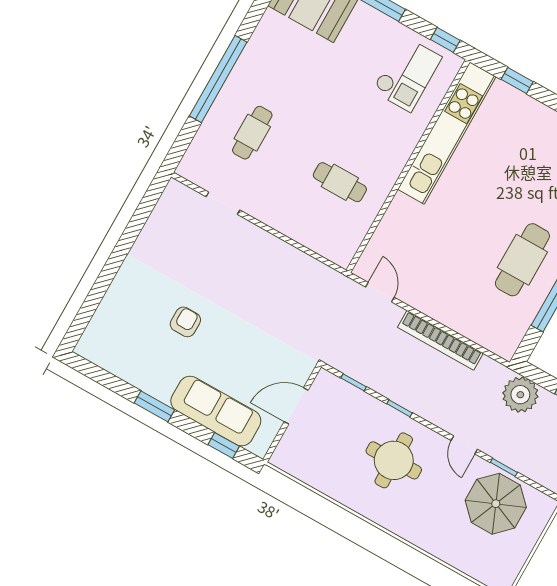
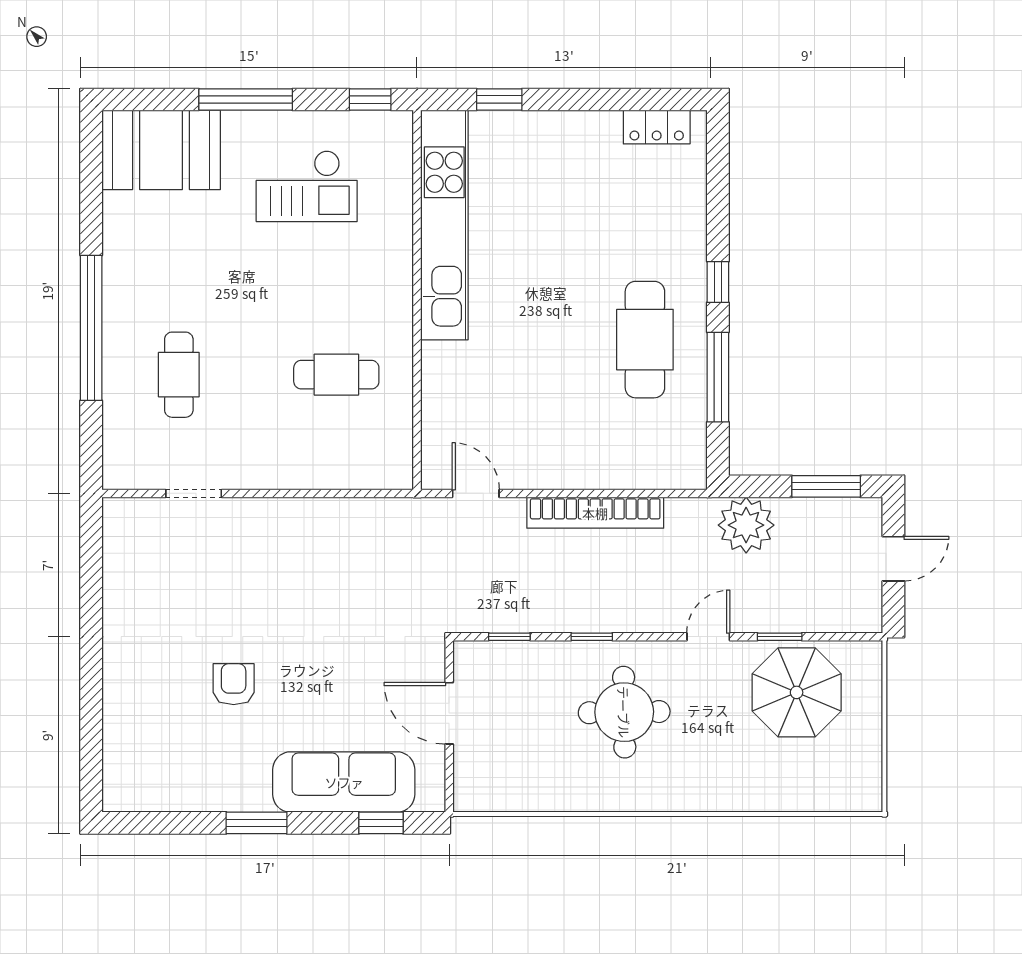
checkout: (407, 74) -> (307, 186), moved, turned 90
door: (296, 406) -> (449, 713), hinge flipped
door: (464, 445) -> (708, 637), swing flipped

